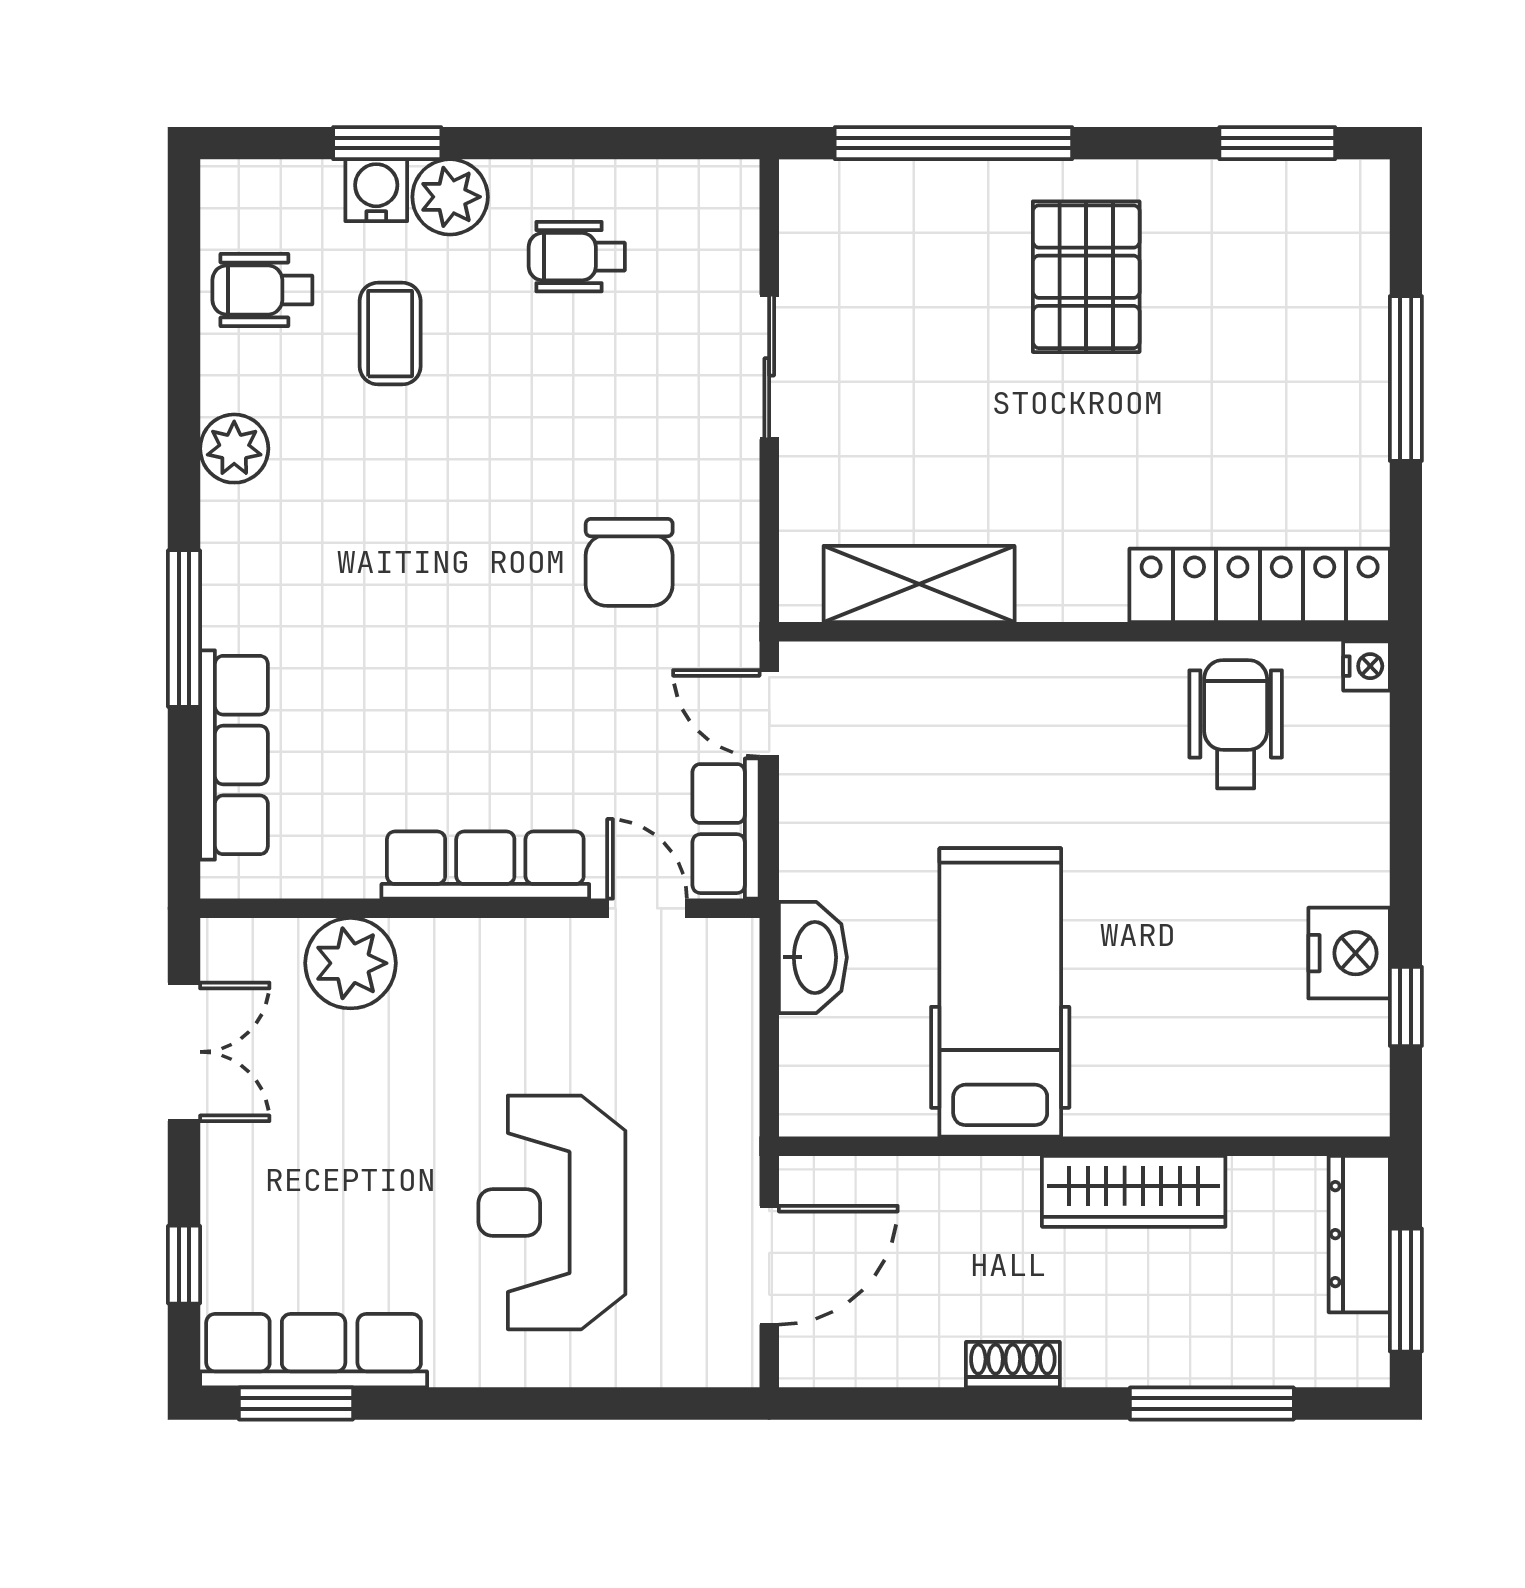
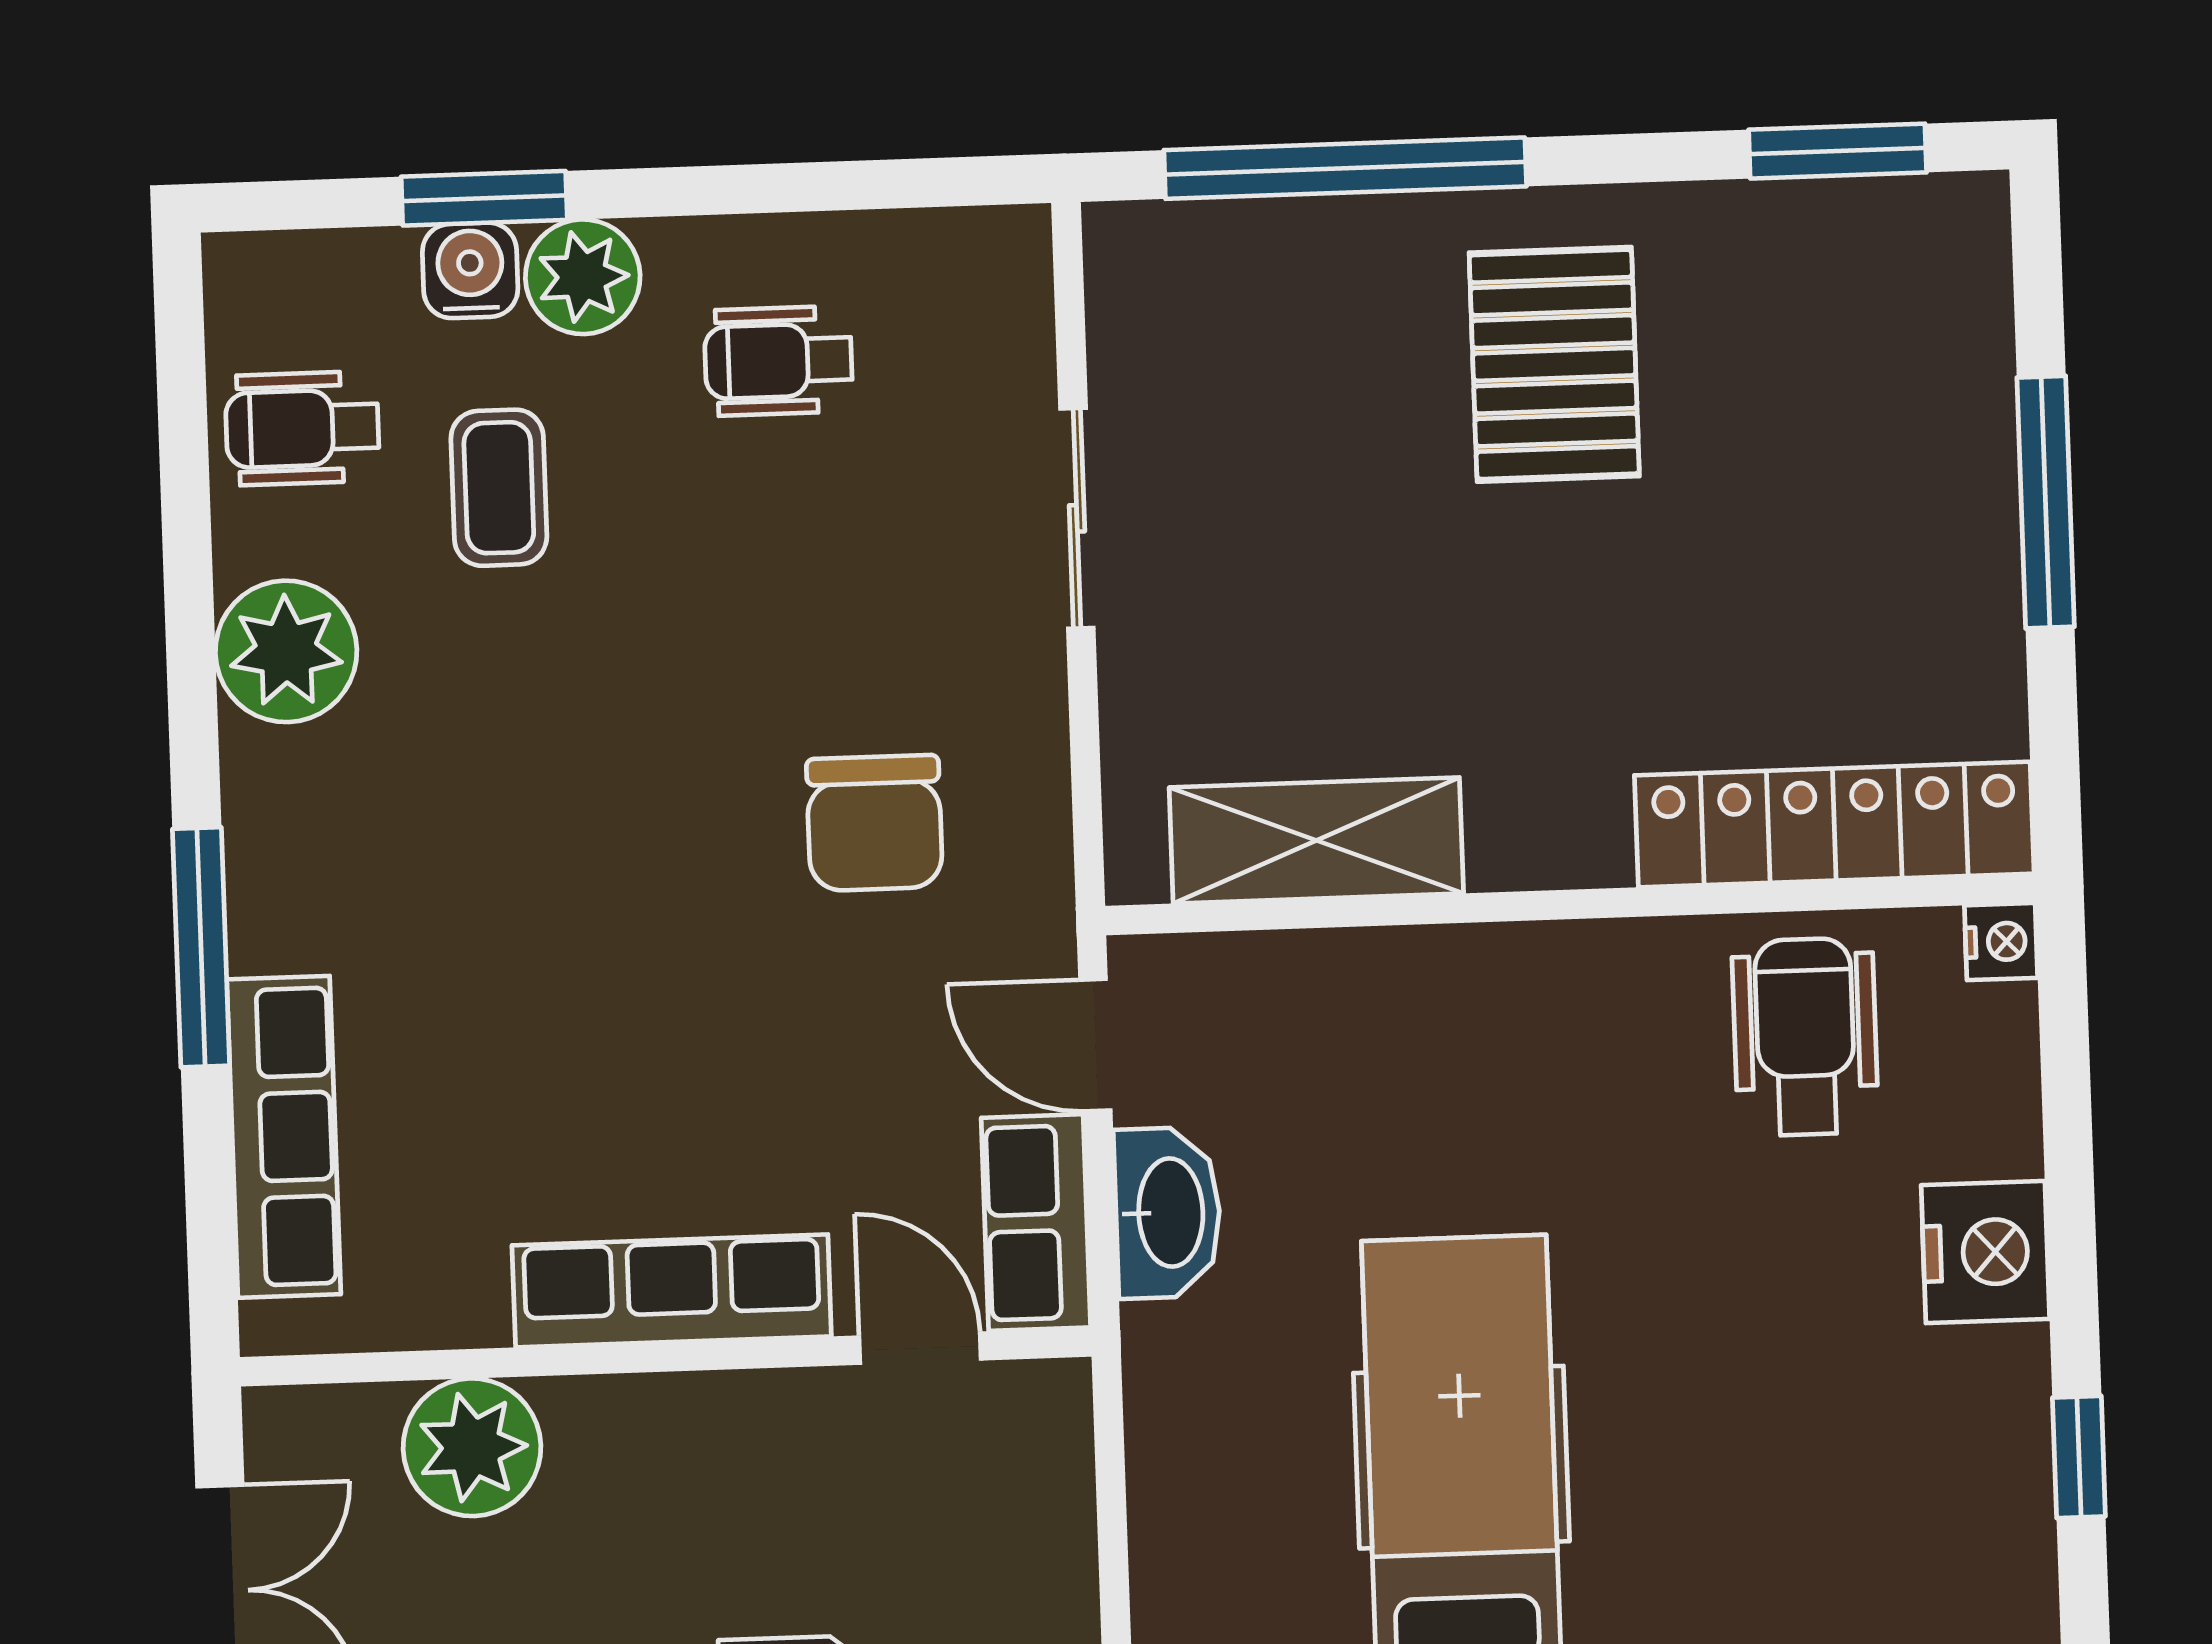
plant: (234, 449) -> (286, 651), width x1.36, depth x1.36
nightstand: (1349, 953) -> (1985, 1252), moved
washbasin: (813, 957) -> (1168, 1213), moved

